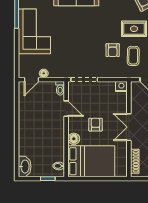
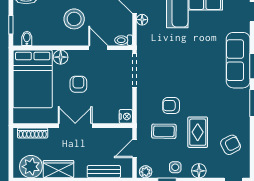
door: (66, 109) -> (98, 48), swing flipped
armchair: (96, 125) -> (78, 84), turned -90
stool: (43, 128) -> (74, 19), added

